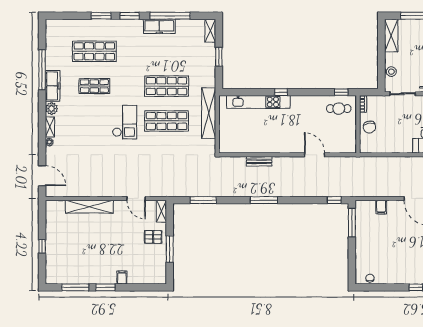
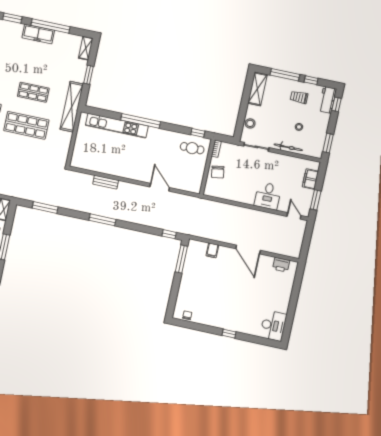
shop shelf: (167, 86) -> (33, 92), width x0.70, depth x0.74
window: (281, 92) -> (141, 121), width x3.17
shelving: (209, 113) -> (72, 107), moved

